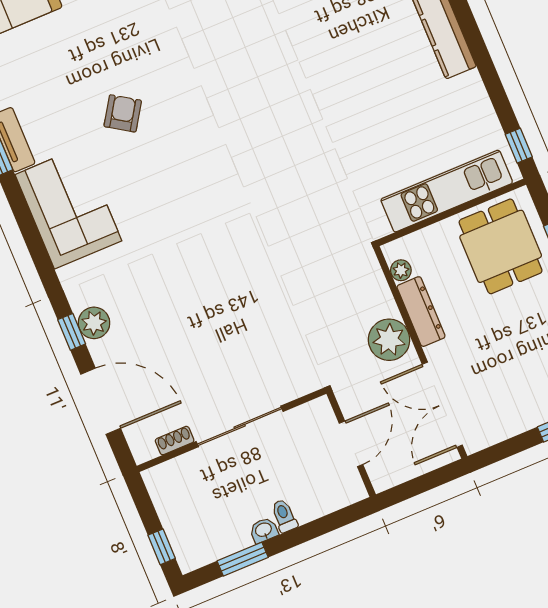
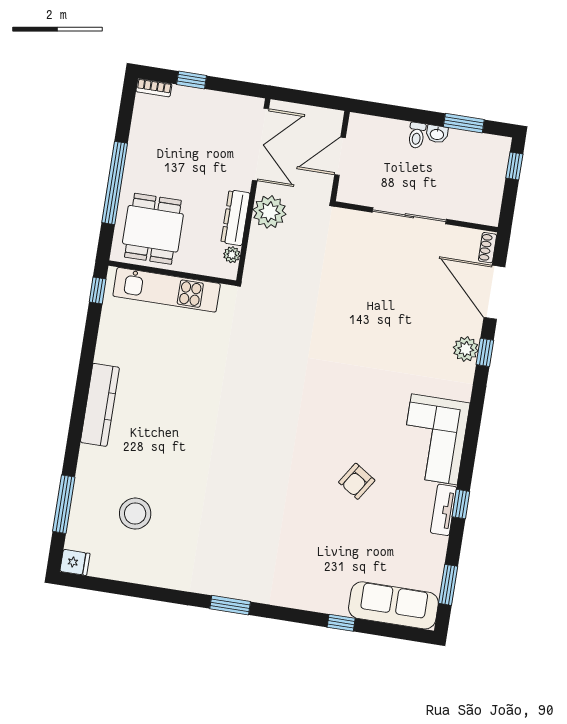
shoe rack: (175, 441) -> (487, 248), moved, turned 90

